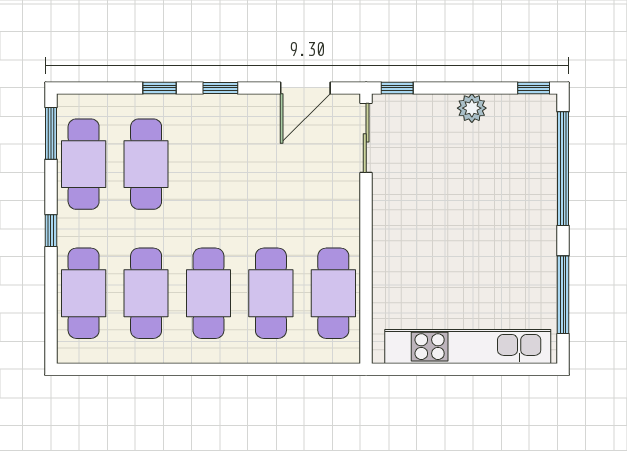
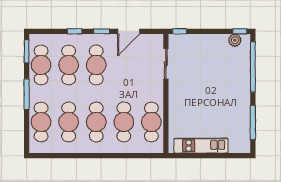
door: (305, 88) -> (129, 31), moved
plant: (472, 108) -> (235, 40), moved
sliding door: (366, 138) -> (166, 64), moved
cafe table: (208, 164) -> (96, 65), added
window: (51, 231) -> (27, 94), width x2.17
kitchen unit: (468, 347) -> (201, 146), width x0.73

